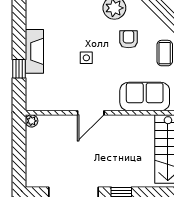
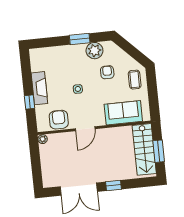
armchair: (56, 97) -> (59, 120), added

